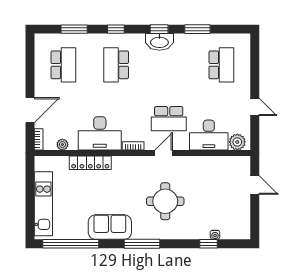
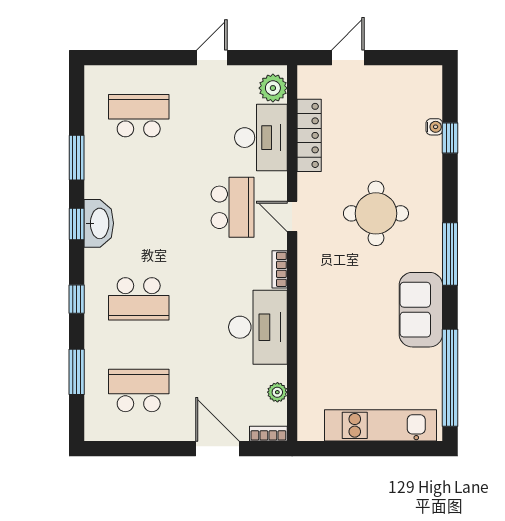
locker: (90, 163) -> (309, 135), moved

